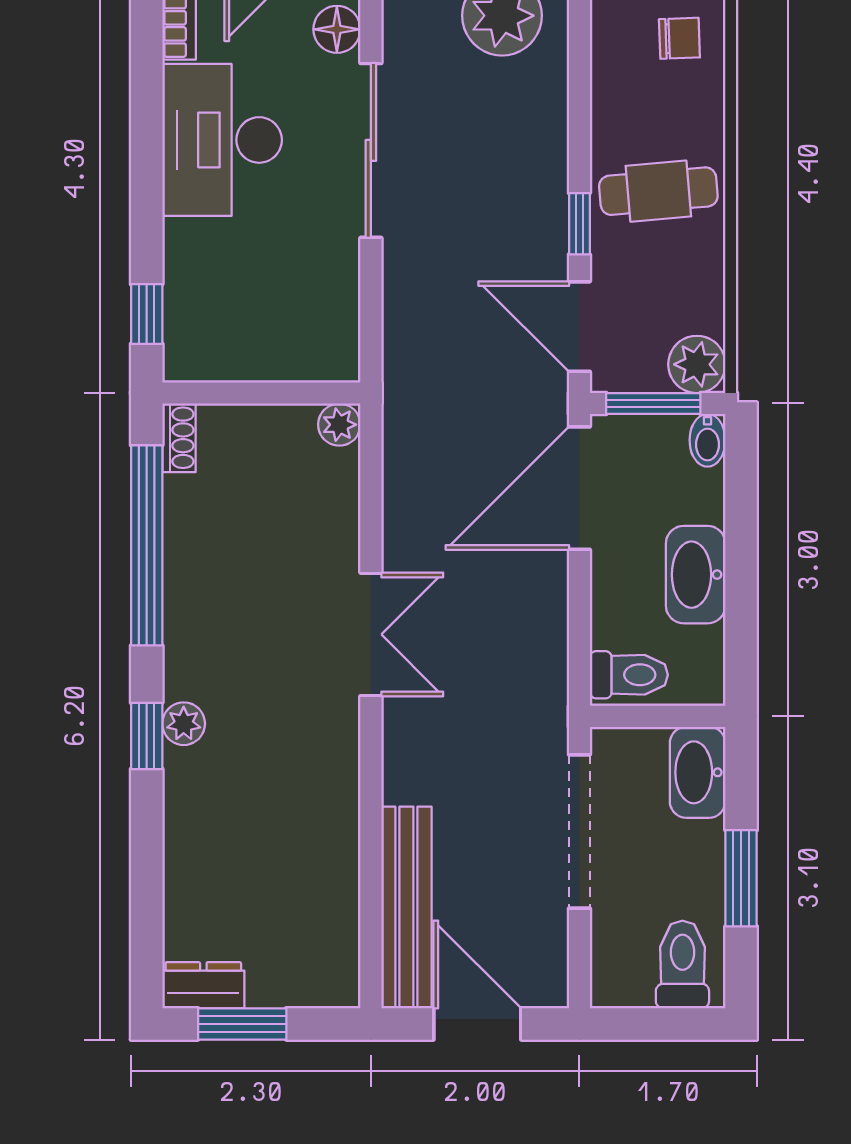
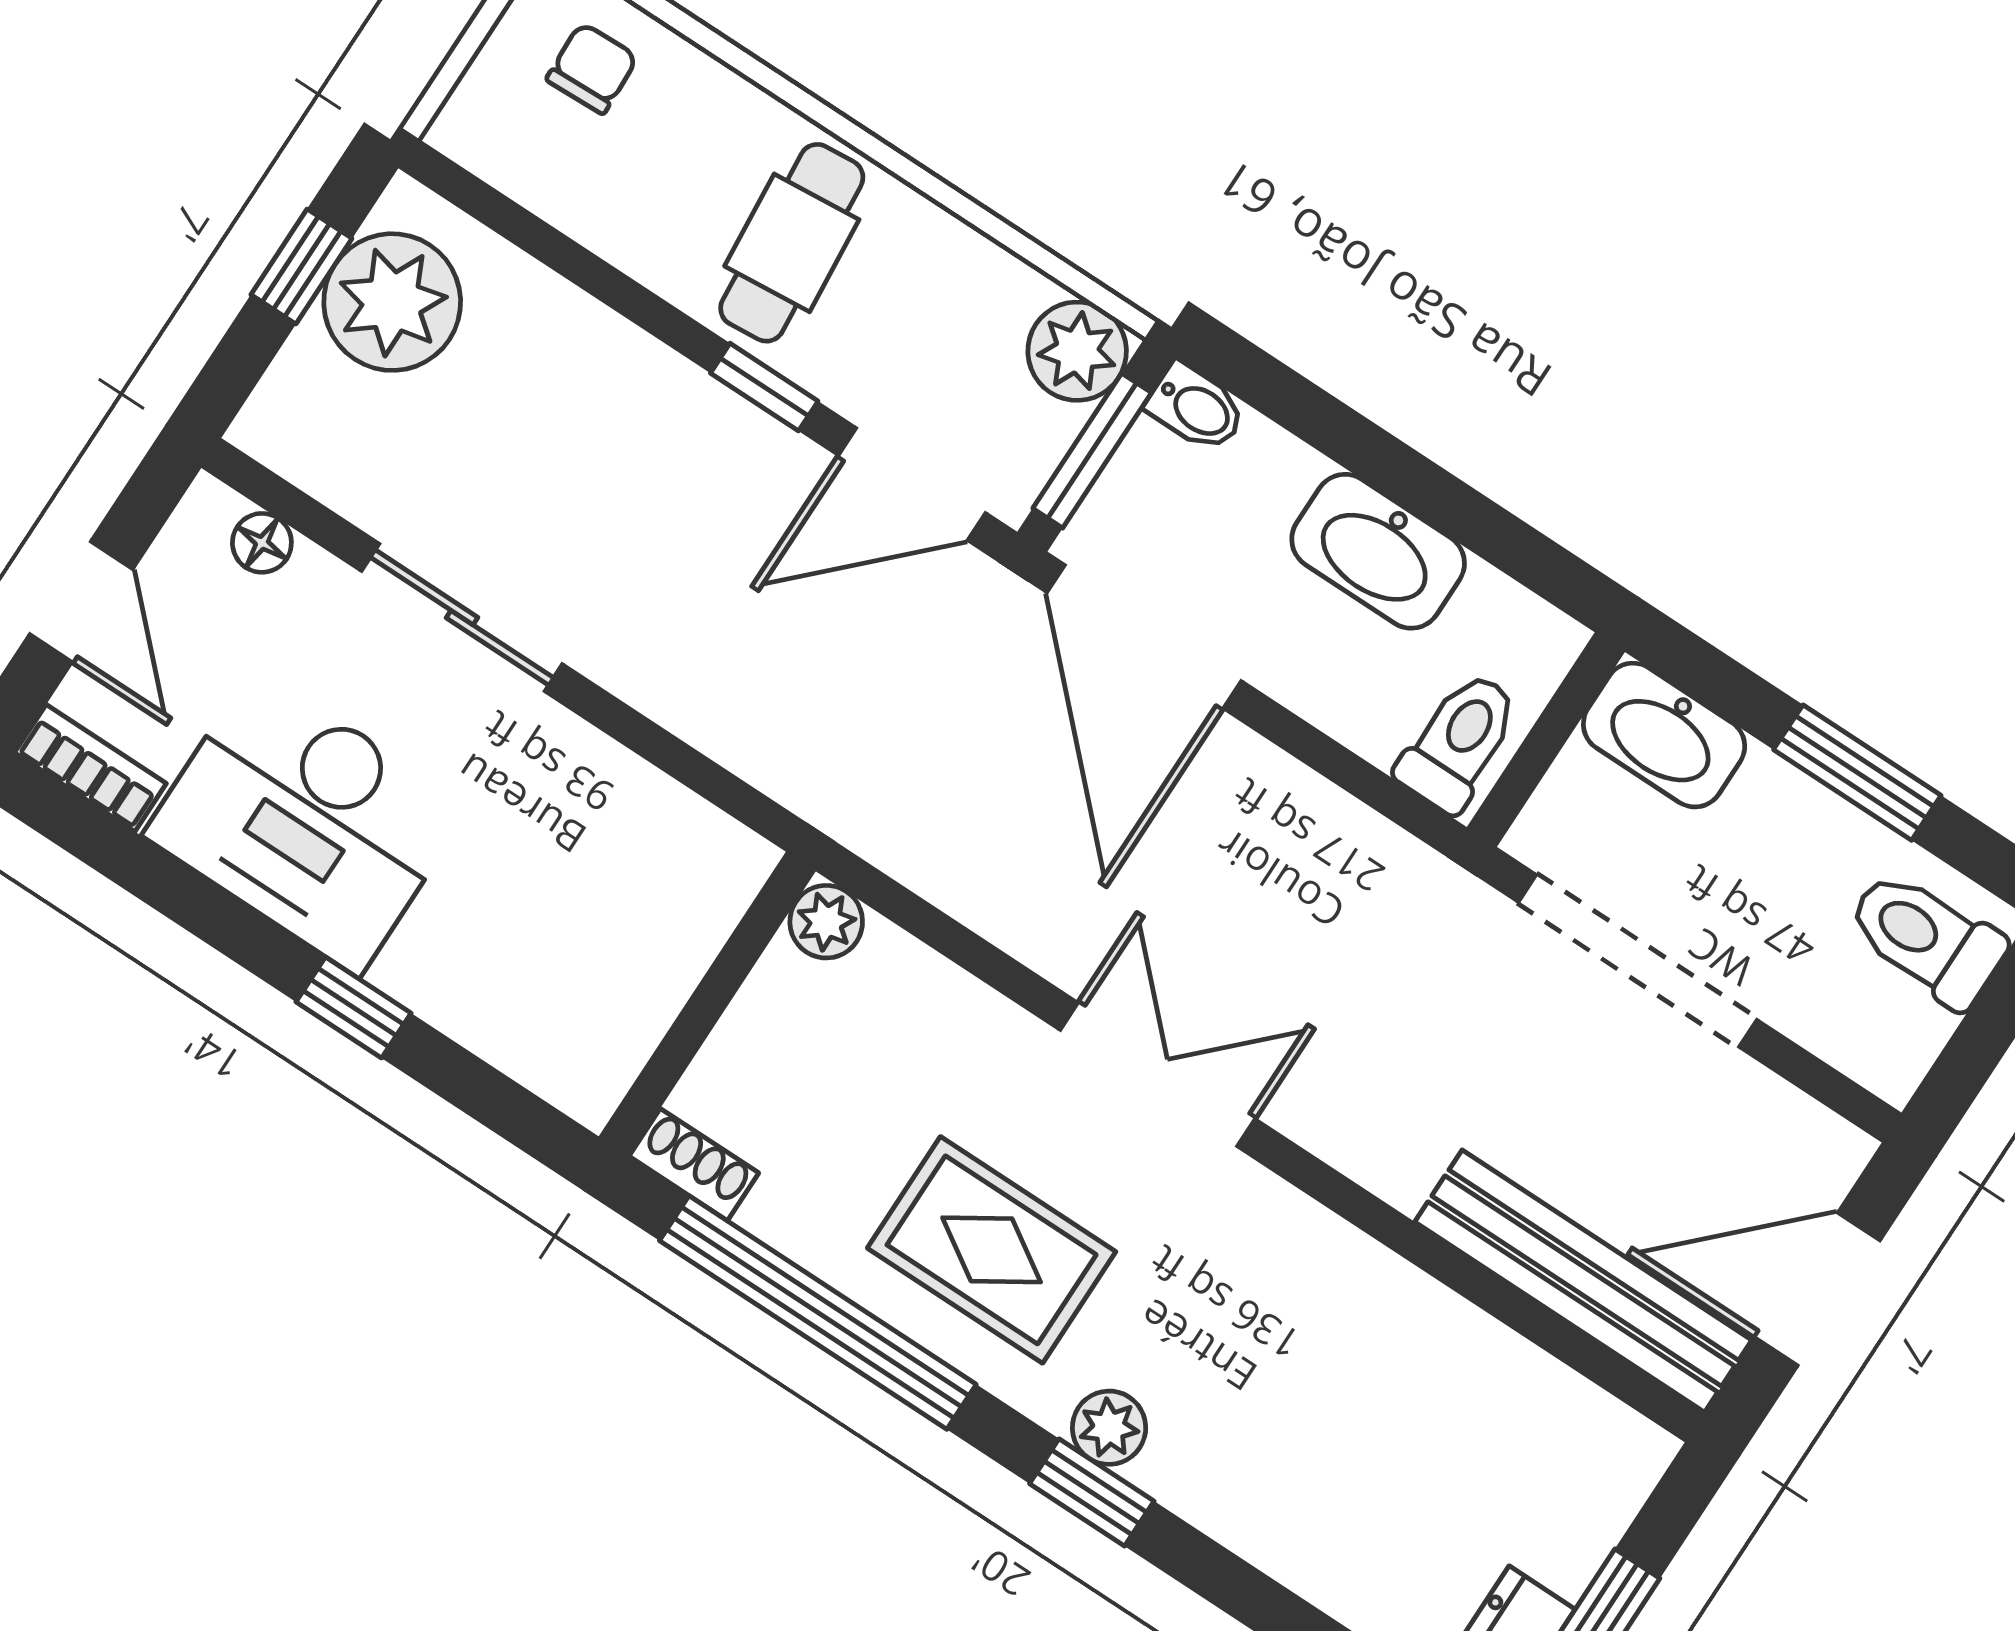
floor lamp: (337, 29) -> (262, 543), width x0.73, depth x0.73
sliding door: (371, 150) -> (462, 618), width x0.73
window: (147, 314) -> (353, 1007), moved
rug: (233, 610) -> (992, 1250), added

